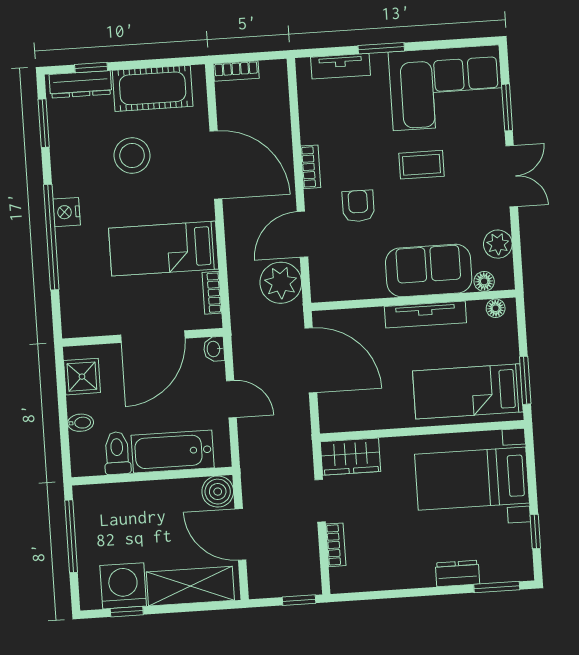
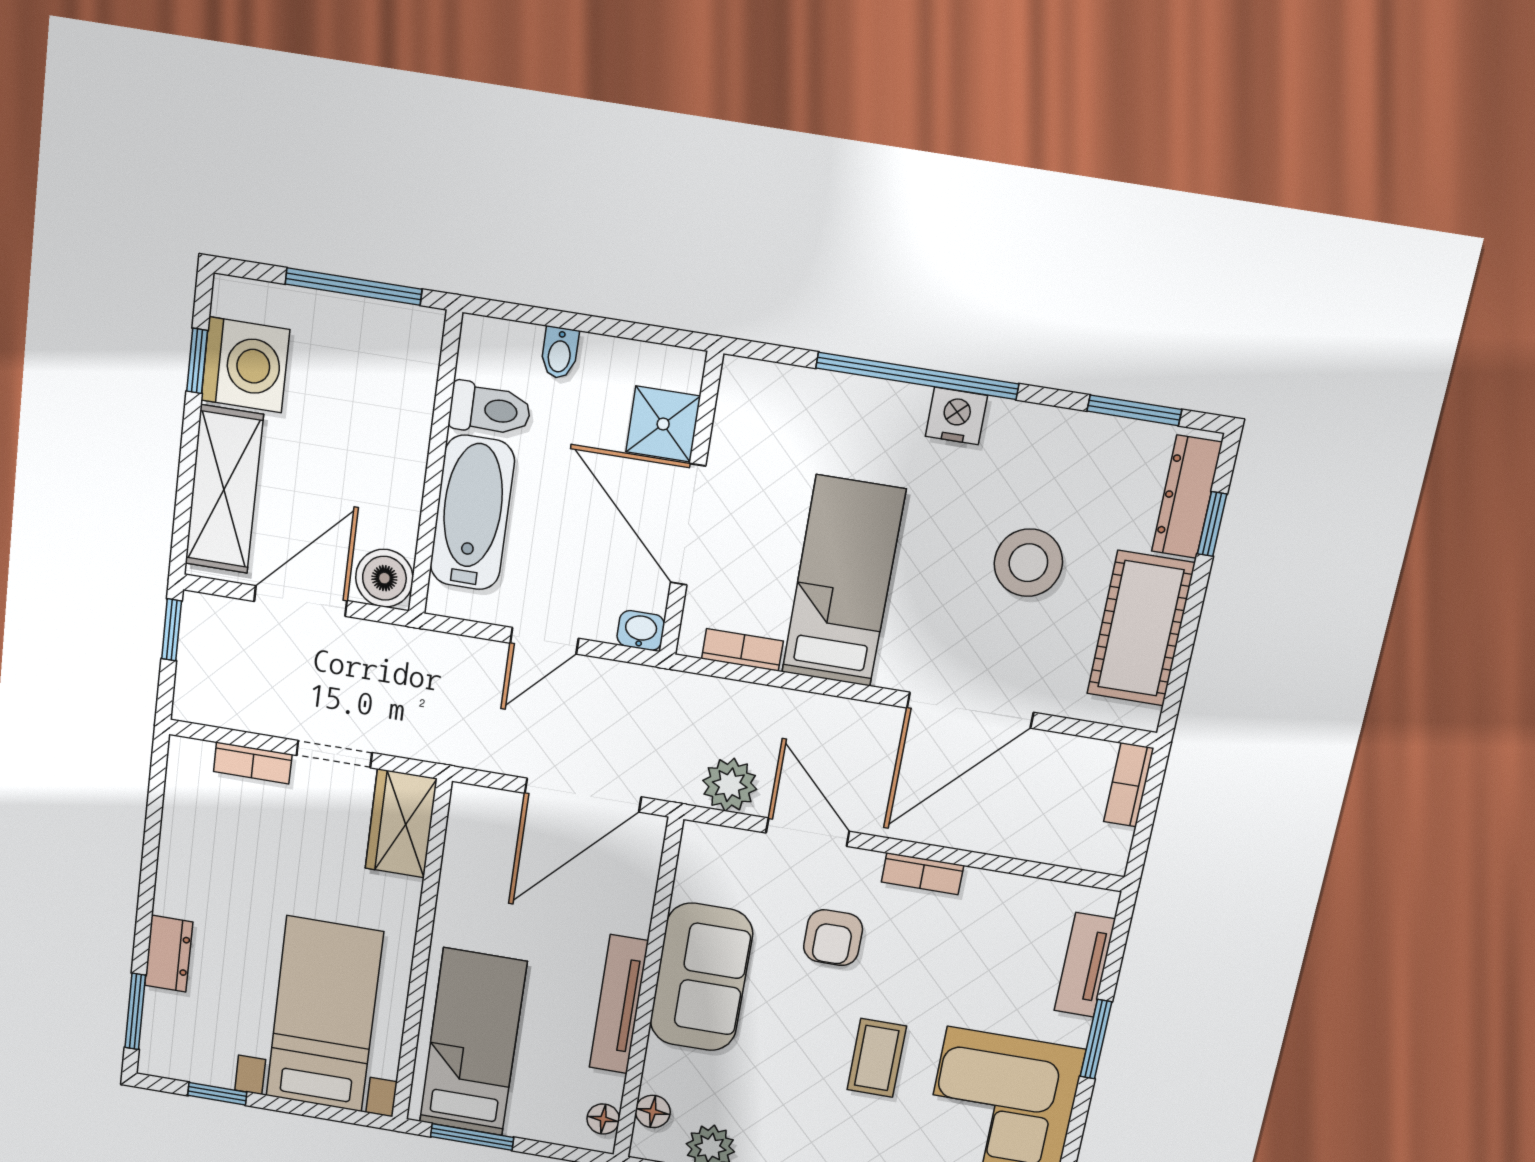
armchair: (358, 206) -> (833, 938), turned 90
sofa: (429, 271) -> (701, 977), moved
plant: (281, 283) -> (730, 785), width x0.73, depth x0.73
shower: (82, 377) -> (663, 424), moved
window: (299, 600) -> (172, 630), moved

